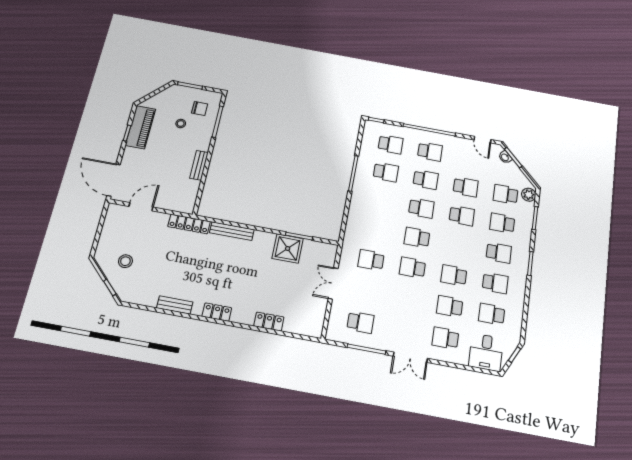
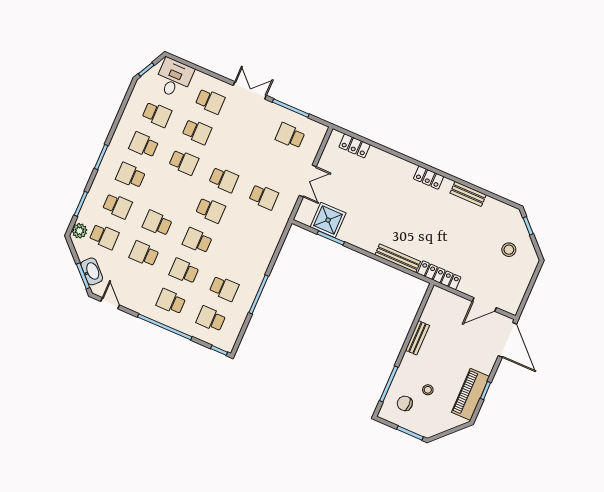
washbasin: (505, 157) -> (92, 271), width x1.91, depth x1.45
school desk: (386, 172) -> (224, 288), turned 180
shower: (288, 249) -> (328, 220), moved
locker: (269, 322) -> (355, 146), moved

